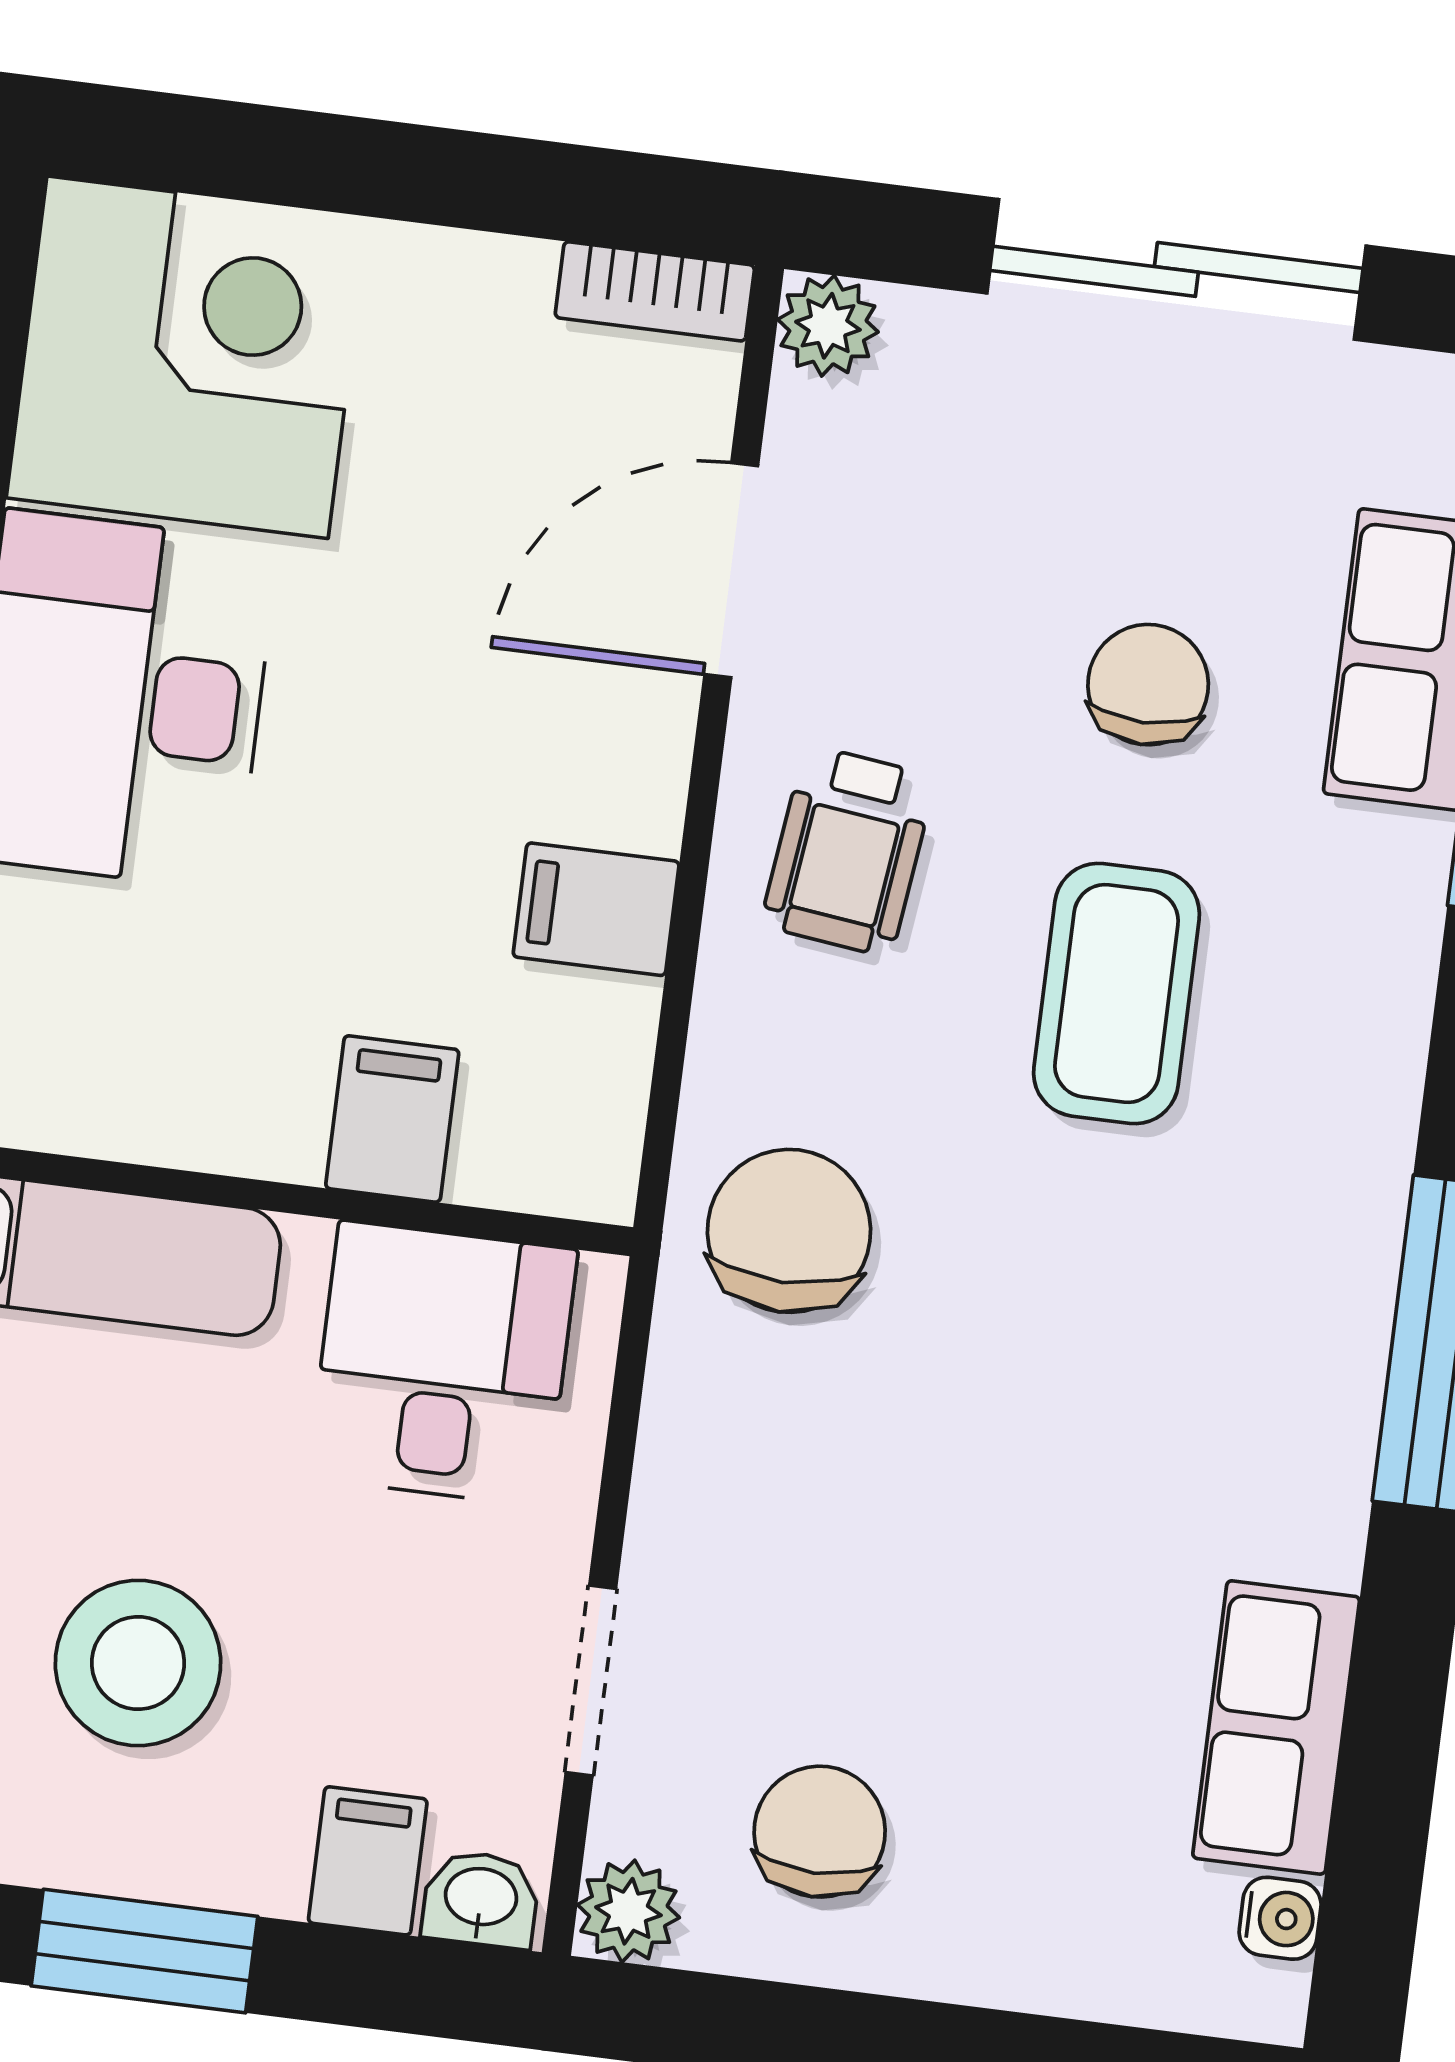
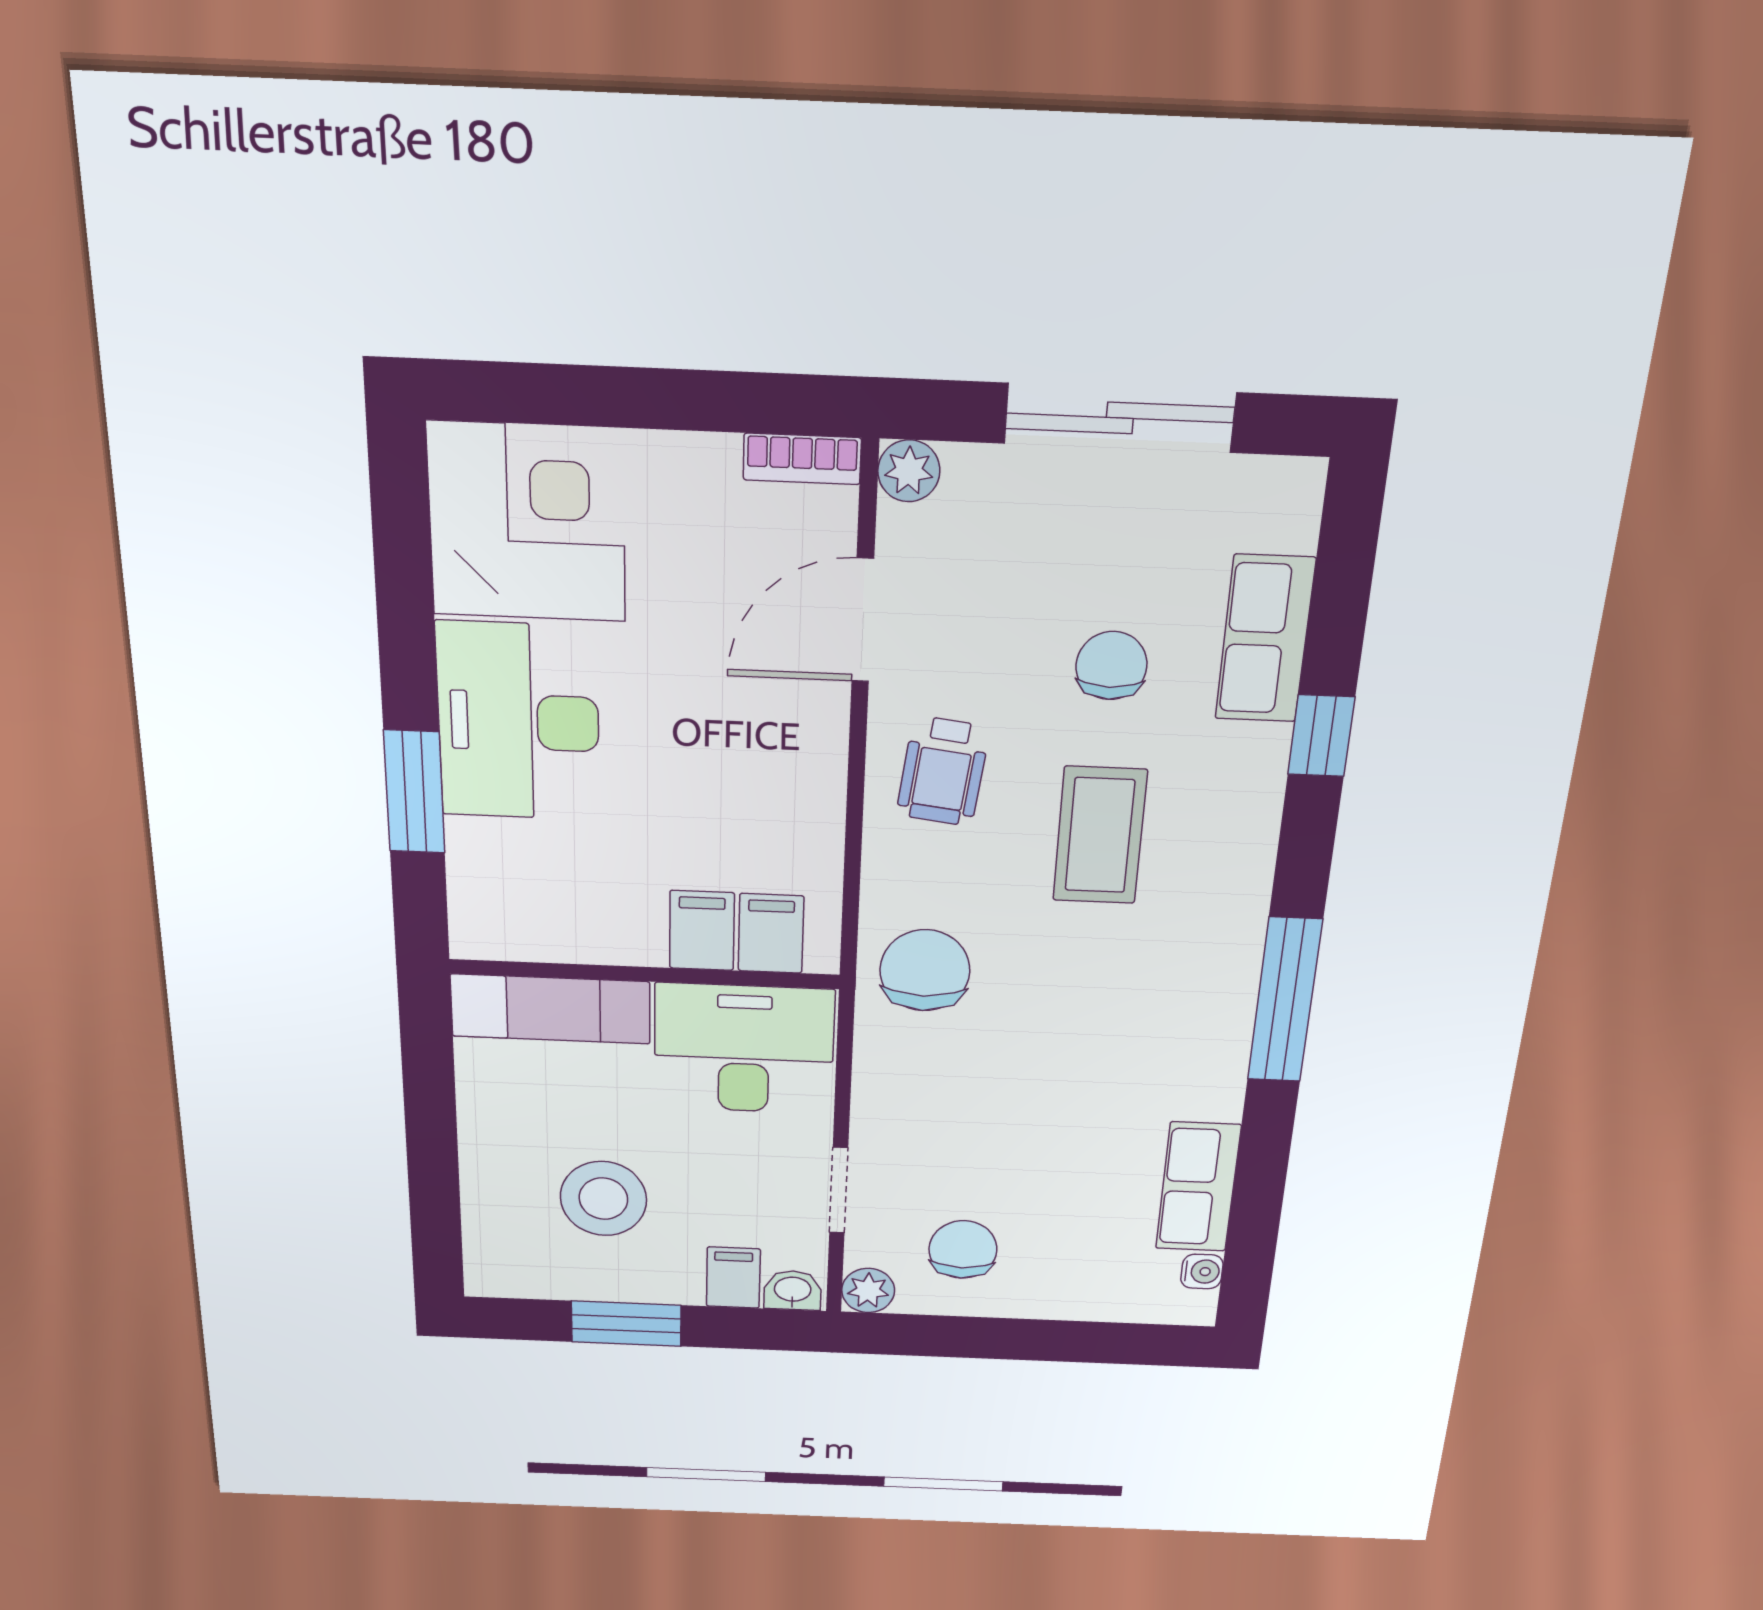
filing cabinet: (596, 909) -> (771, 933), moved, turned 90
desk: (442, 1364) -> (744, 1049), width x1.37

